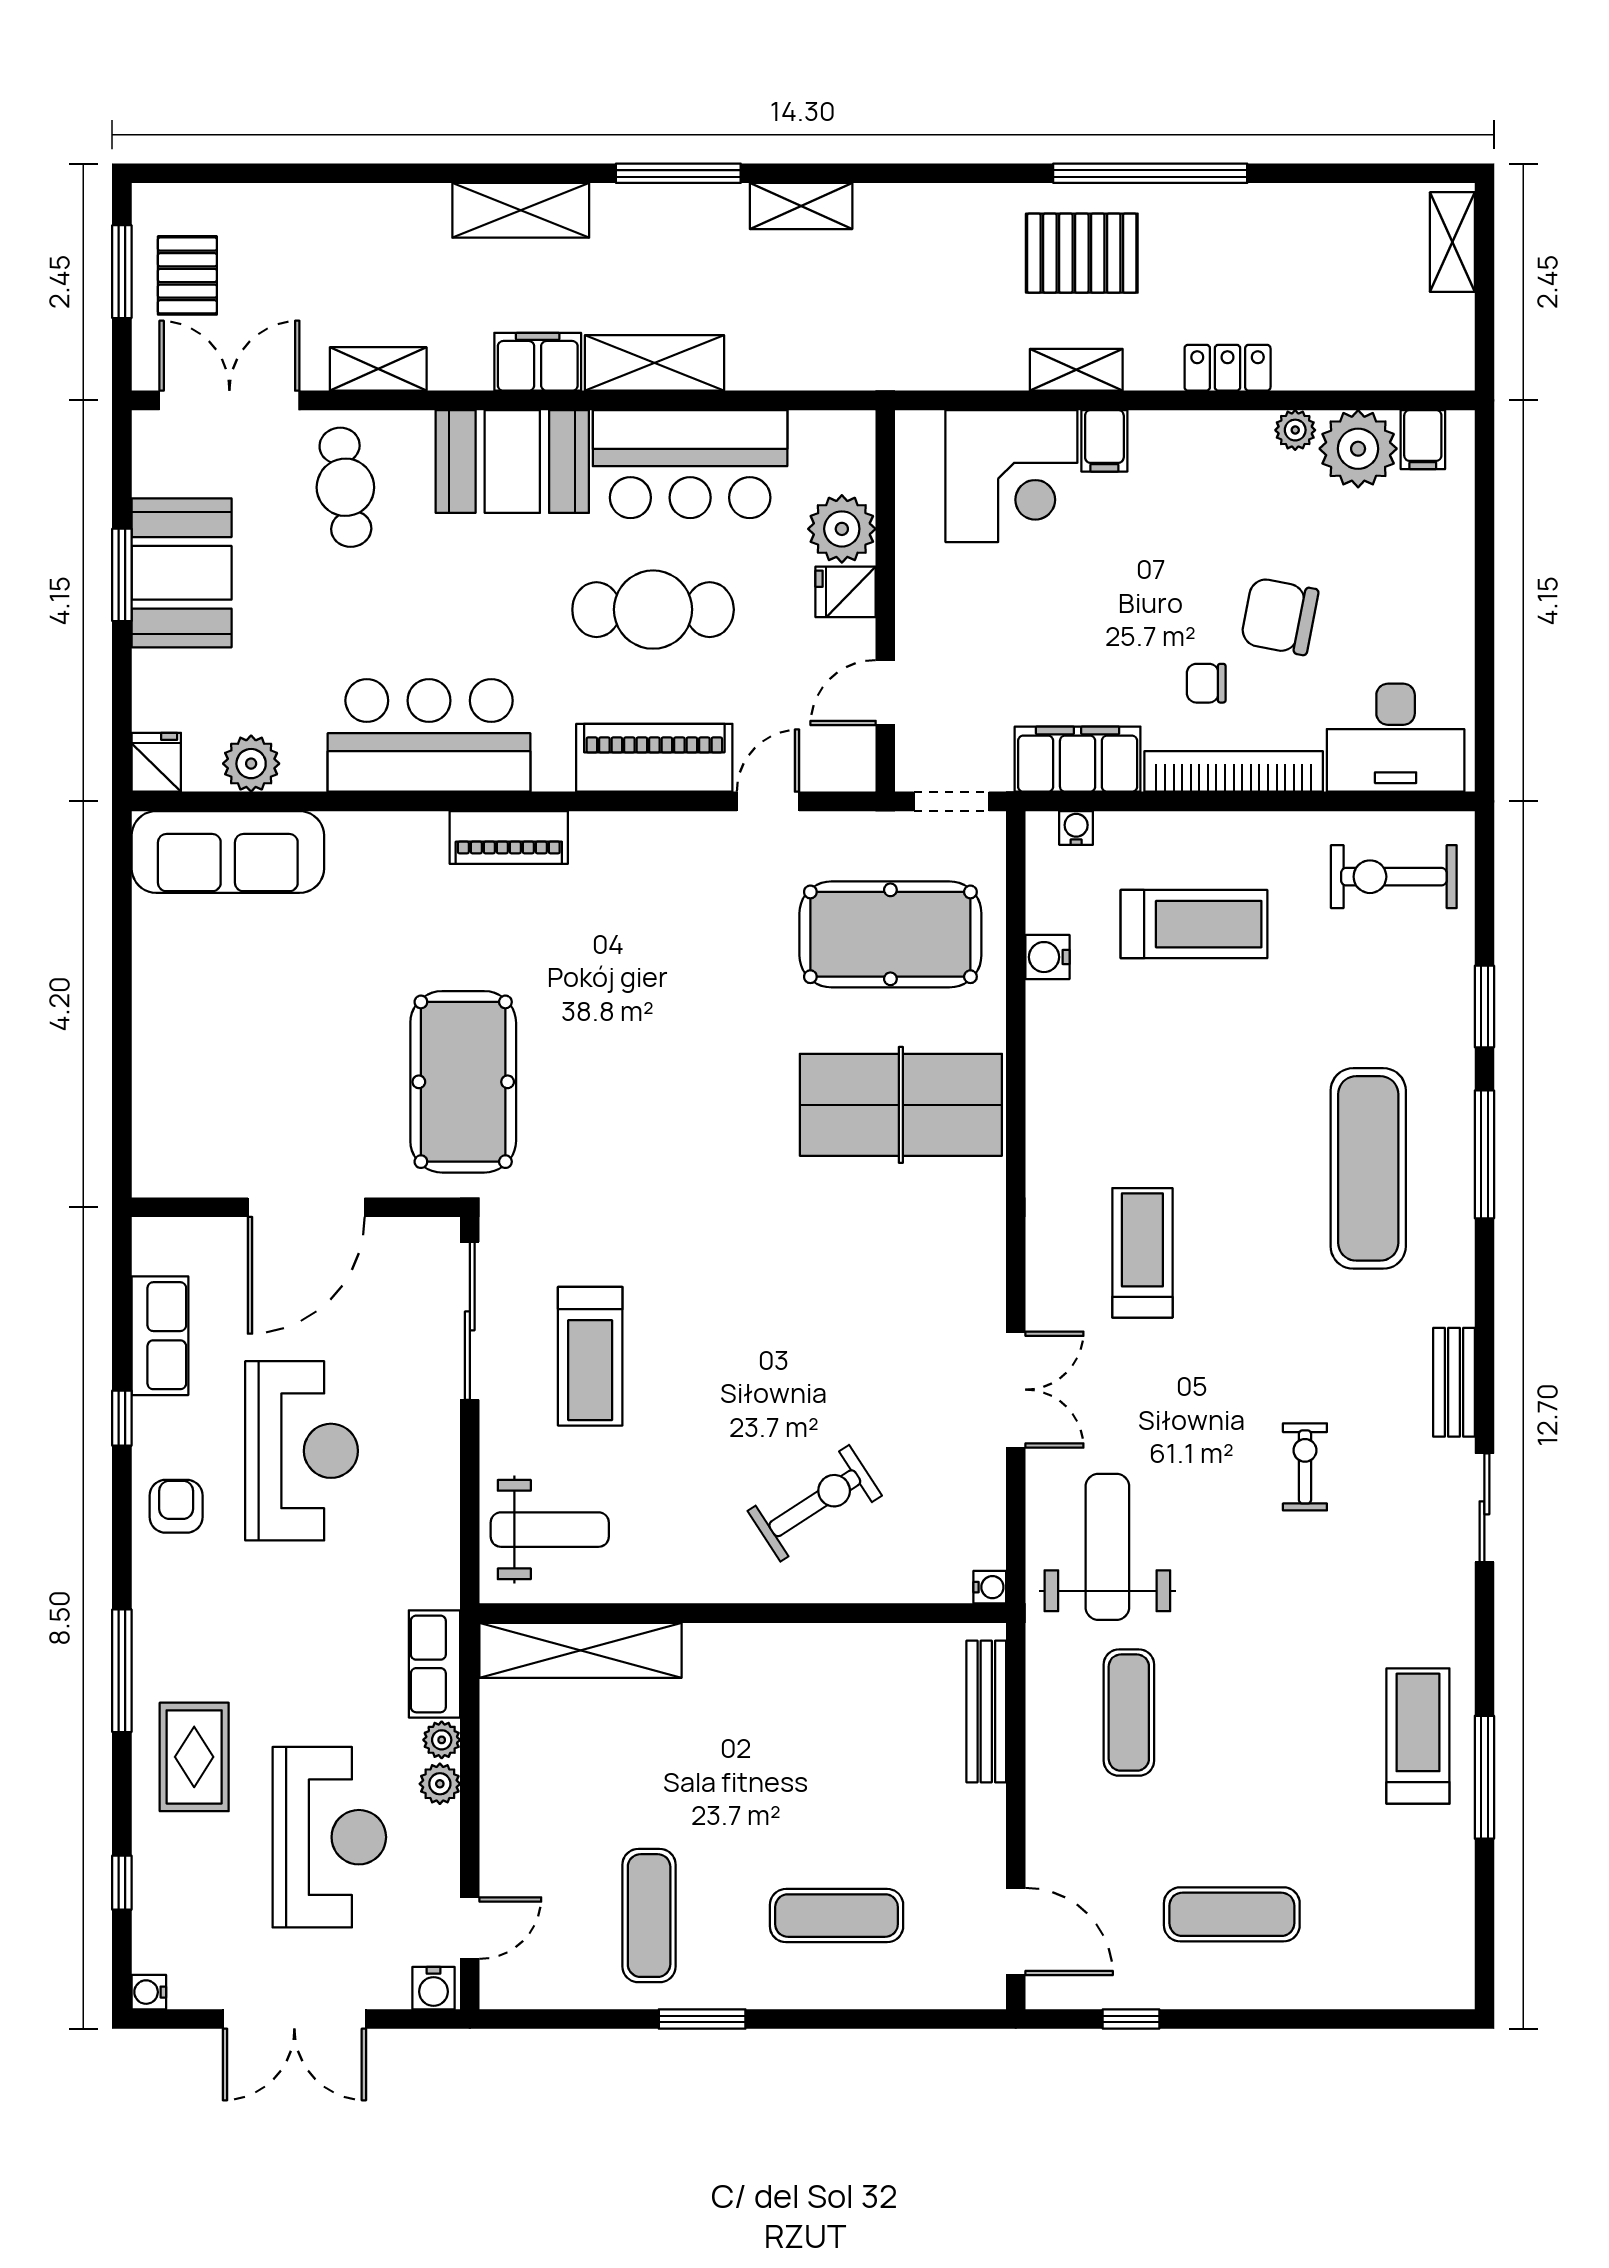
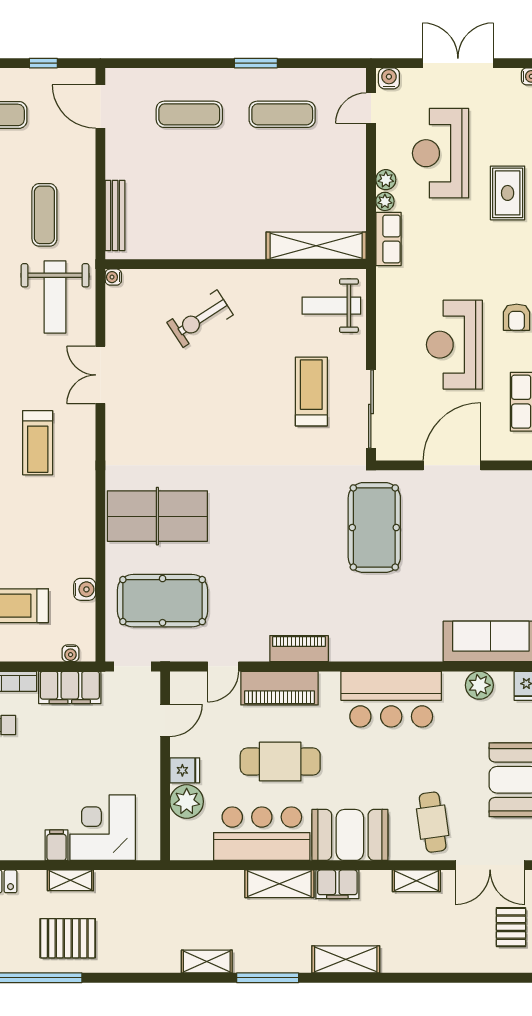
piano: (509, 837) -> (299, 649), moved
exercise mat: (649, 1916) -> (282, 114), turned 90

